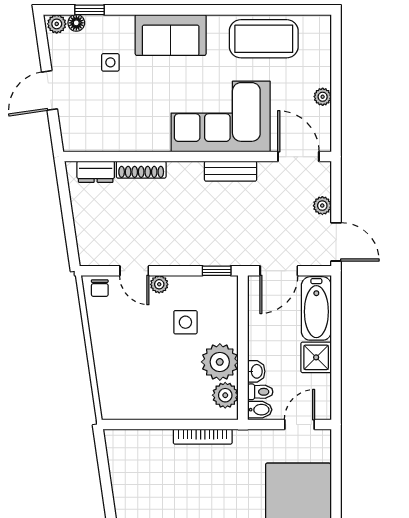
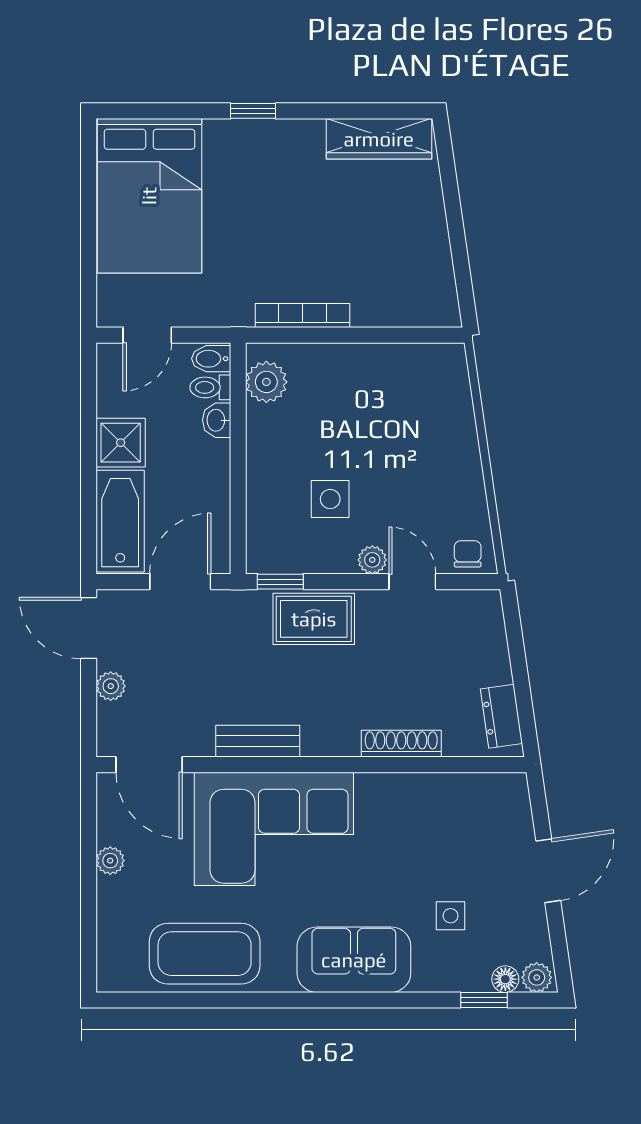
dresser: (96, 172) -> (501, 716), moved, turned -98
rug: (196, 247) -> (314, 619), added
plant: (220, 362) -> (275, 435), removed

